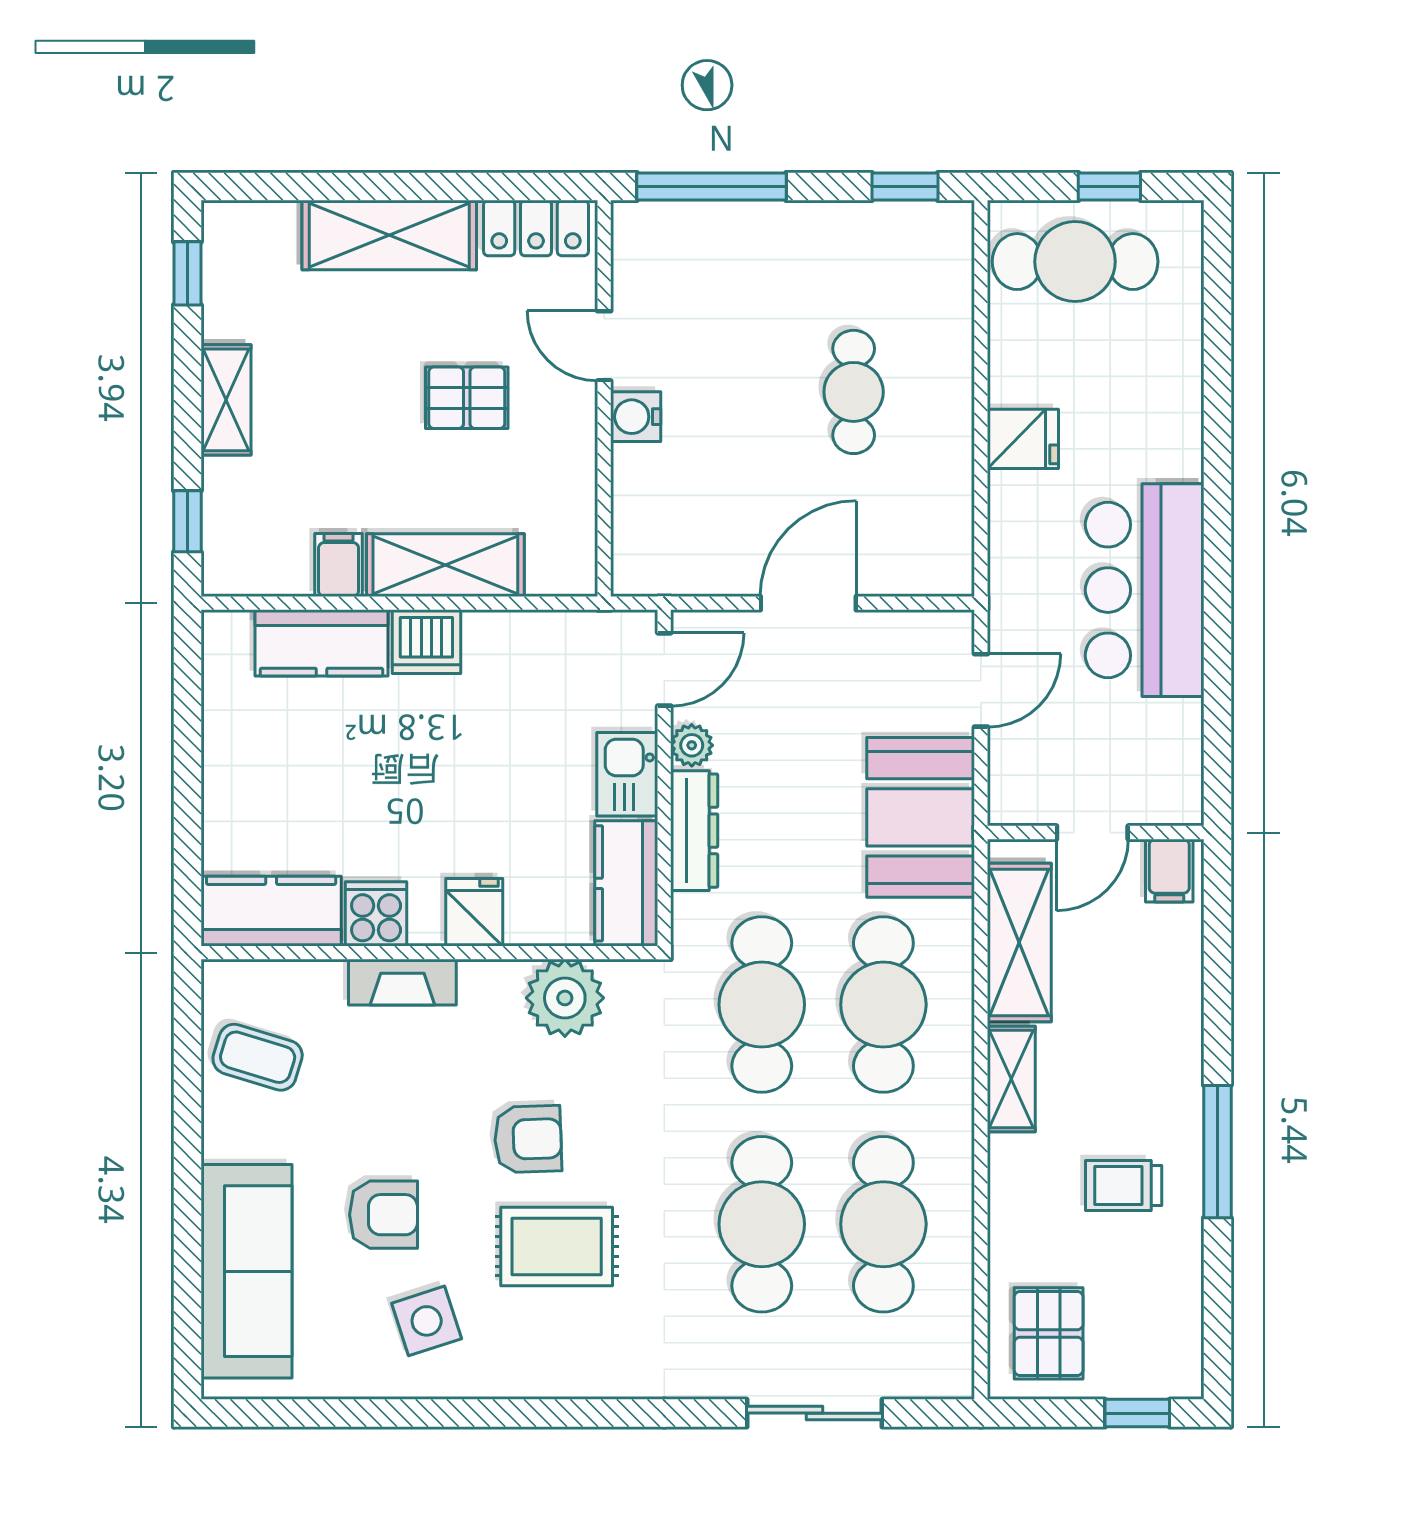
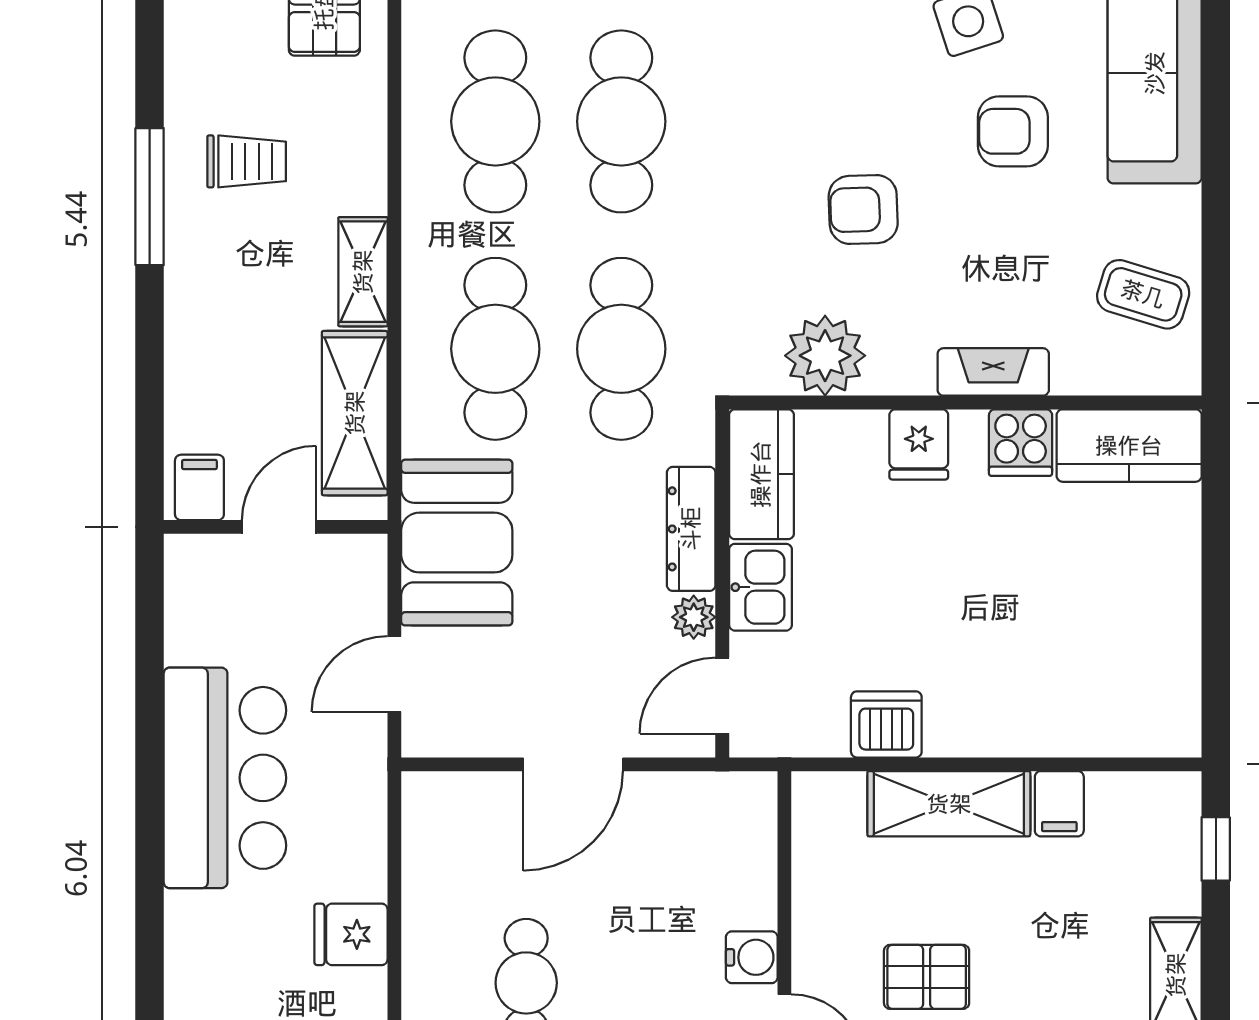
dishwasher: (426, 642) -> (886, 724), moved
kitchen counter: (321, 643) -> (1077, 723), removed
rug: (557, 1246) -> (834, 98), removed

